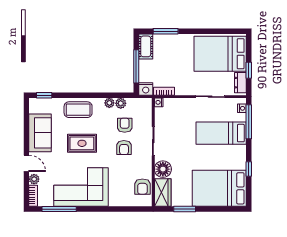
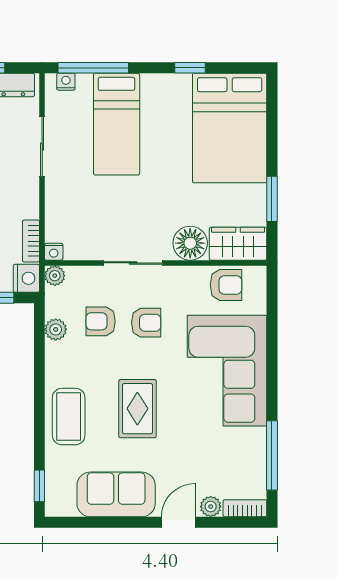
plant: (109, 103) -> (55, 276), moved
corner sofa: (81, 187) -> (227, 371), moved

